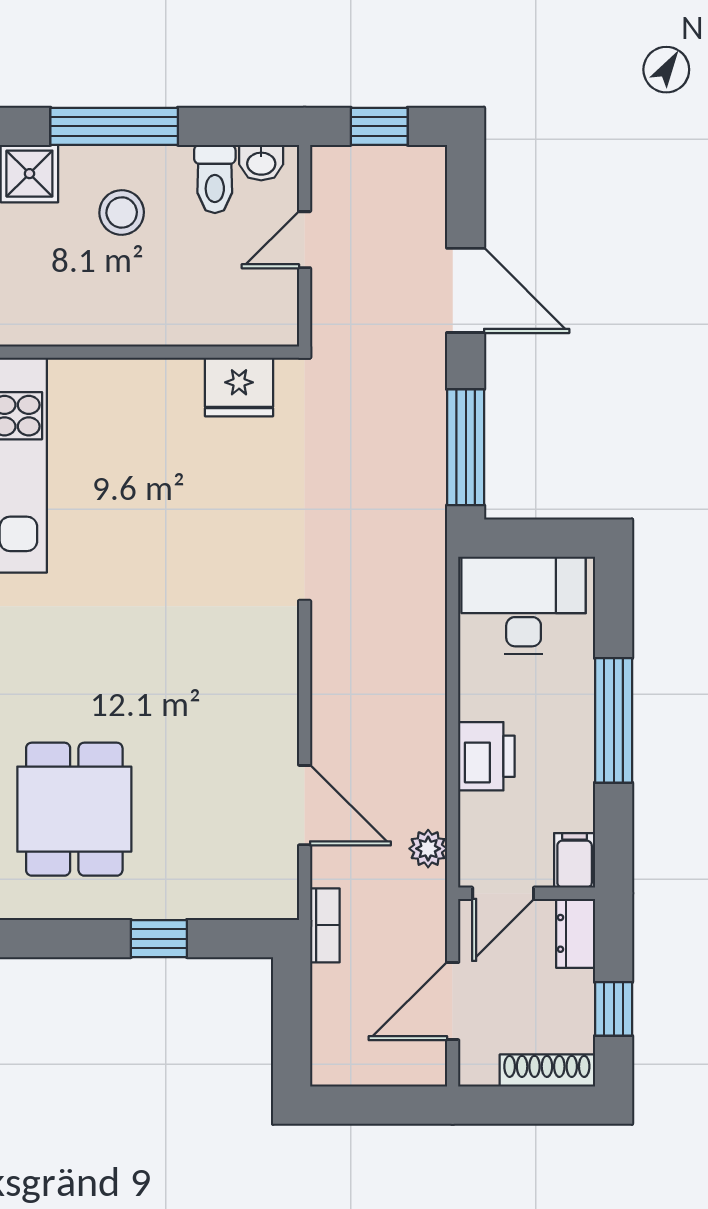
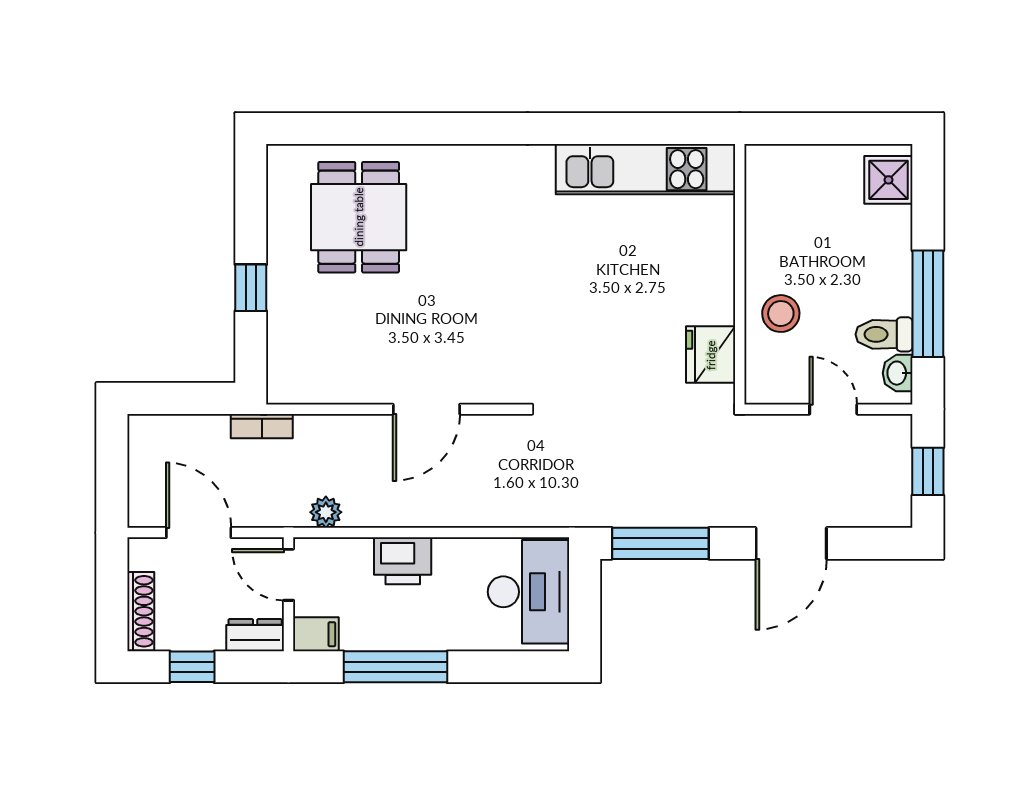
window: (114, 126) -> (928, 304), moved
stool: (122, 212) -> (781, 314), moved
window: (614, 720) -> (395, 667), moved
door: (305, 805) -> (426, 409), moved
dining table: (74, 809) -> (359, 217), turned 90

